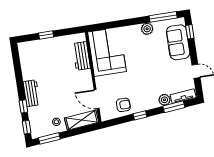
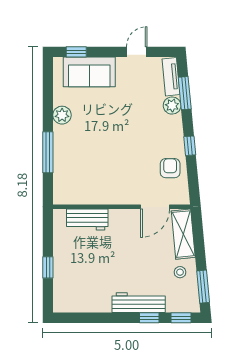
window: (163, 17) -> (48, 152), moved
corner sofa: (107, 52) -> (87, 180), removed
workbench: (31, 93) -> (139, 303), width x1.37

